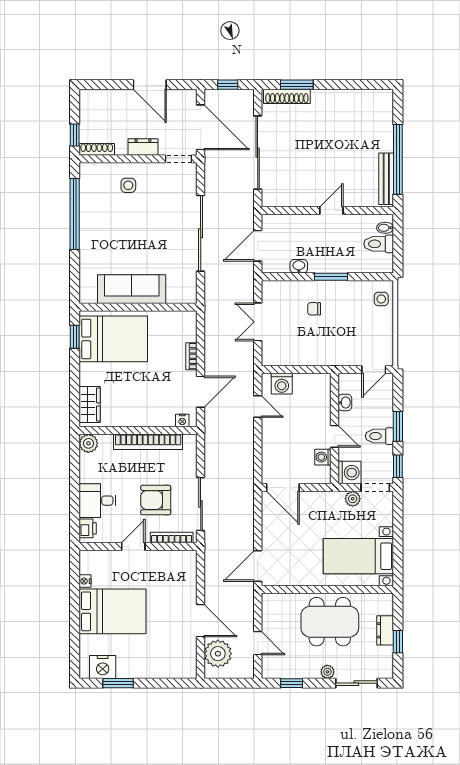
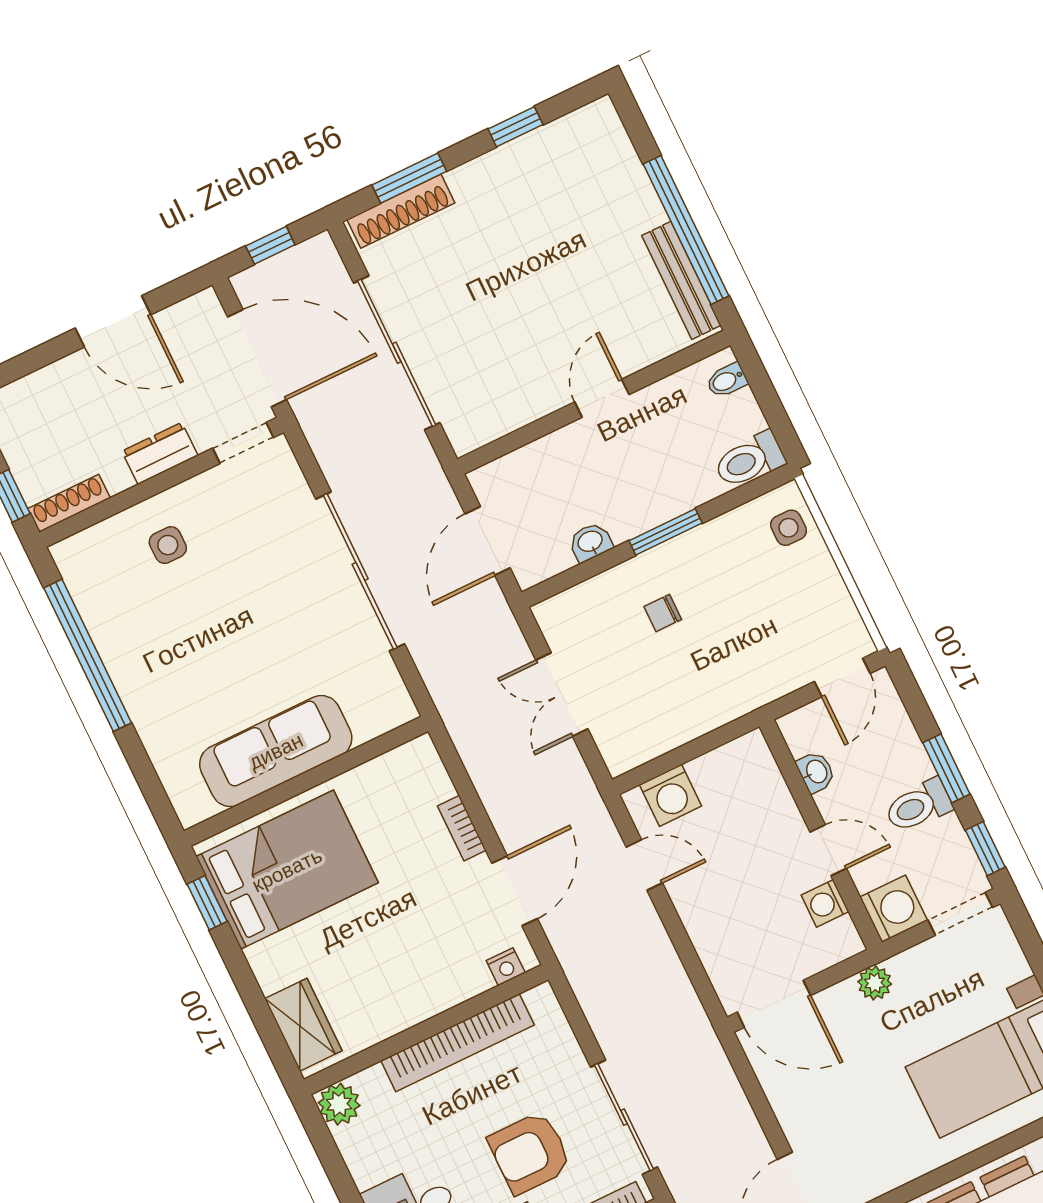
window: (349, 85) -> (515, 127), added
toilet: (379, 244) -> (750, 460), moved
plant: (353, 499) -> (875, 983), moved

